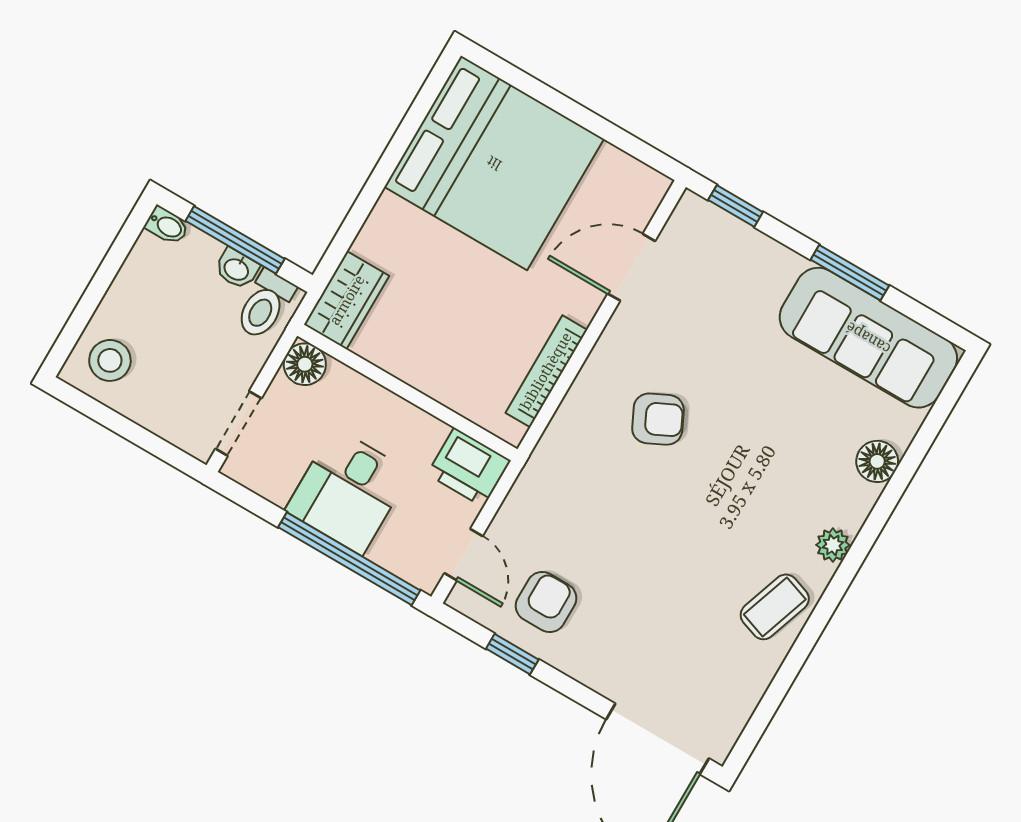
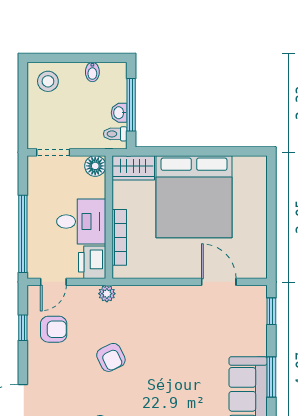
bed: (494, 163) -> (194, 197), moved
bidet: (167, 226) -> (92, 72), moved
toilet: (265, 305) -> (115, 134), width x0.73, depth x0.72
bookcase: (546, 371) -> (119, 237), moved, turned 90
armchair: (658, 419) -> (111, 357), moved
plant: (538, 474) -> (107, 294), added
desk: (348, 491) -> (81, 222), moved, turned 180

